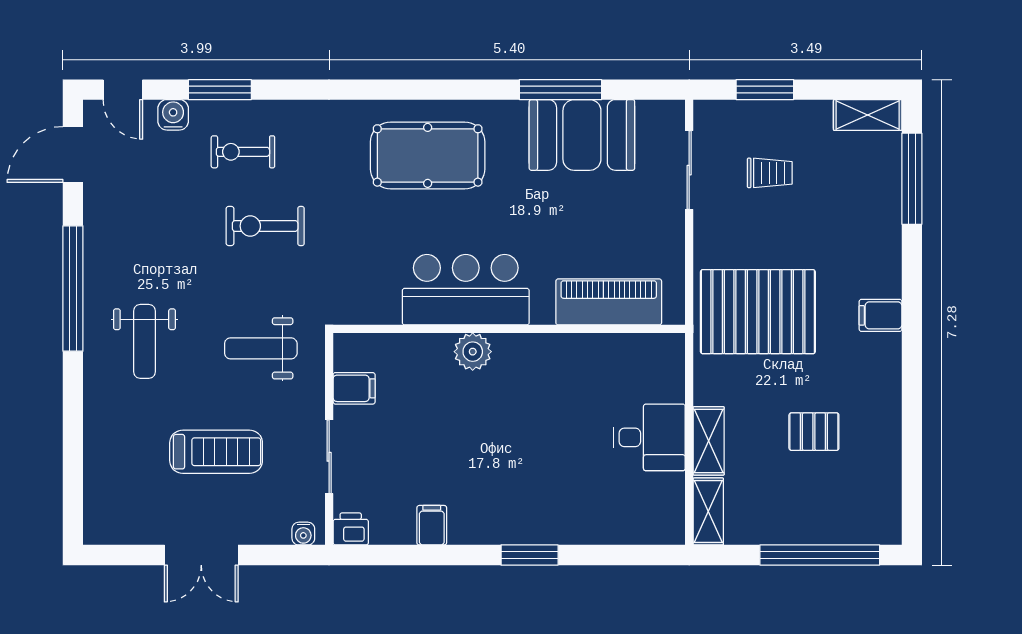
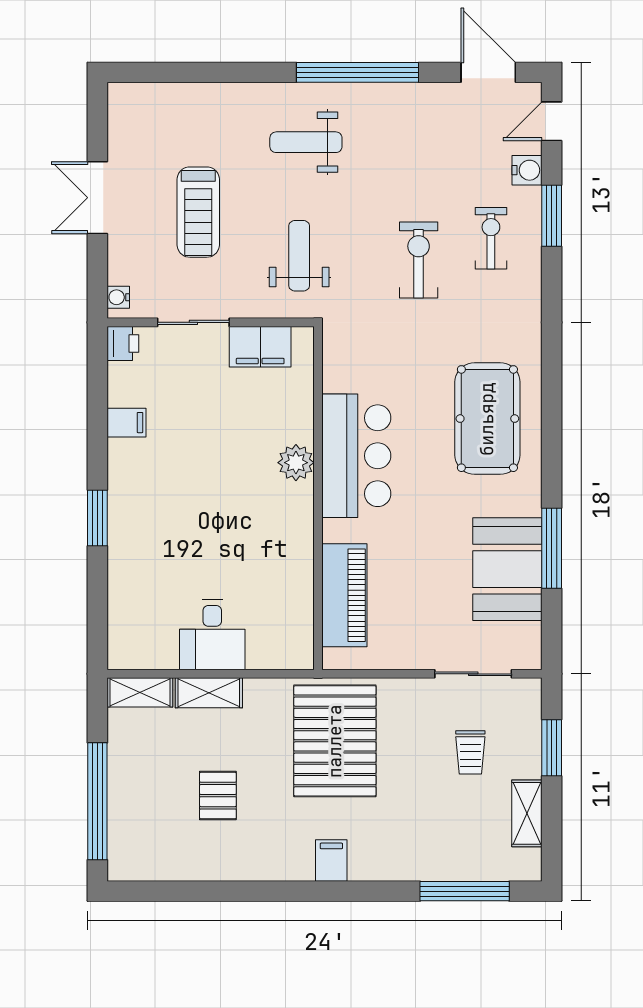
shelving: (868, 115) -> (527, 813), moved
filing cabinet: (354, 388) -> (260, 347), width x2.00

